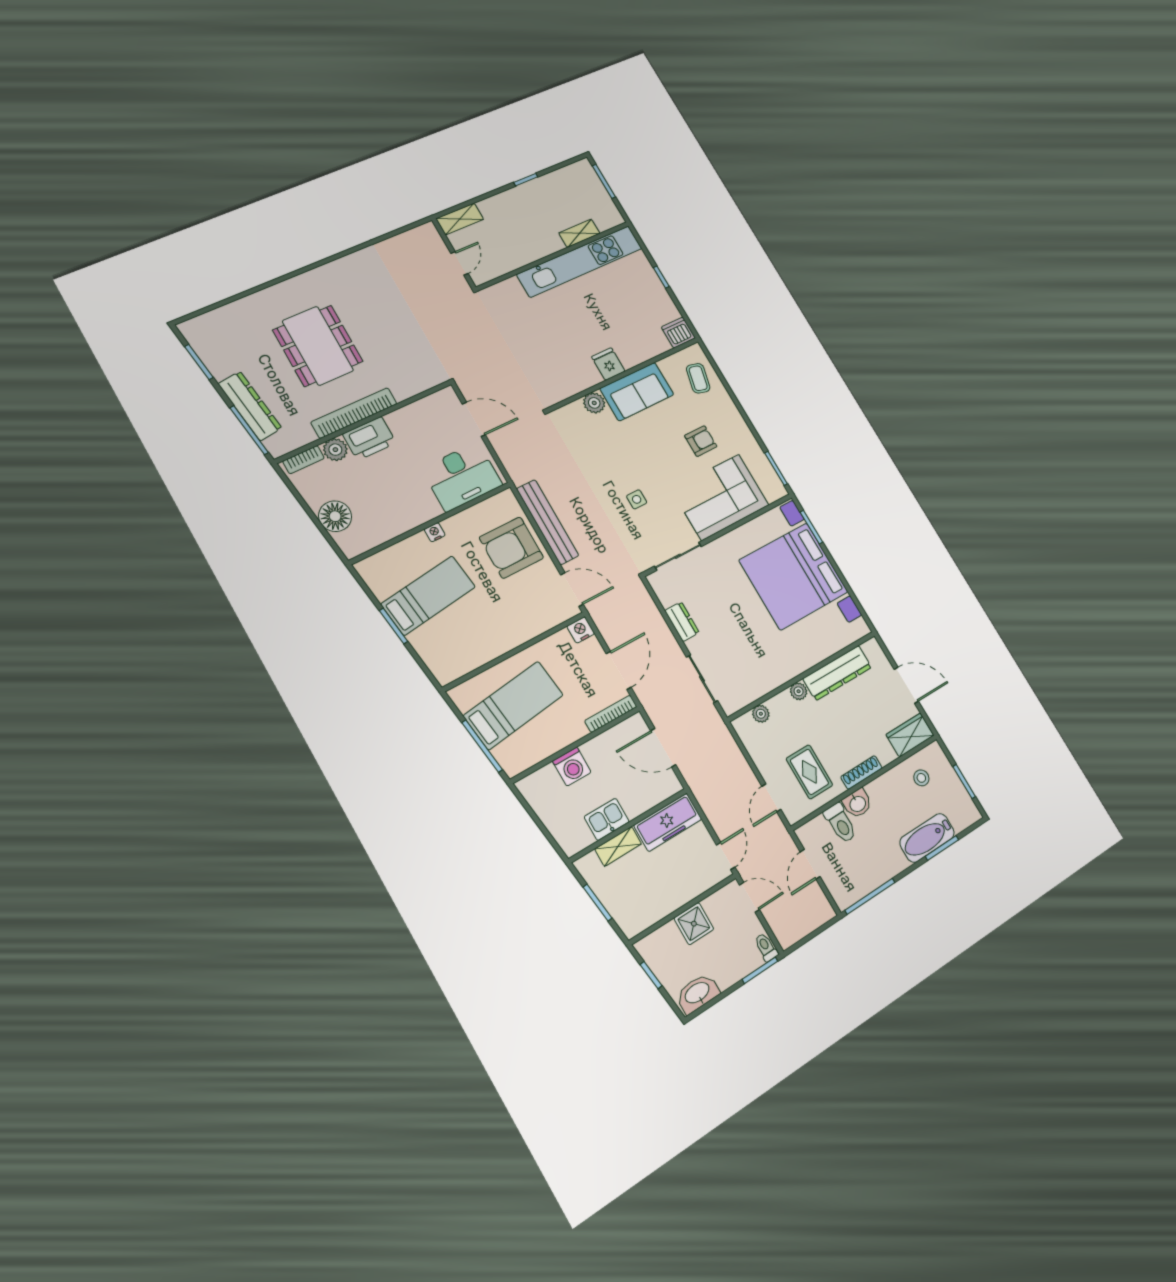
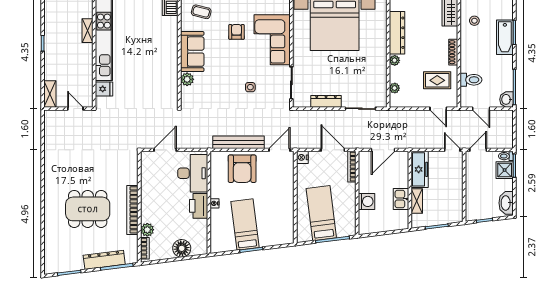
fridge: (608, 364) -> (104, 89), moved, turned 180
printer: (369, 438) -> (199, 206), moved, turned 180
dresser: (682, 622) -> (326, 101), width x1.44
washbasin: (857, 803) -> (506, 99), moved, turned 180
shower: (694, 924) -> (505, 170), moved

